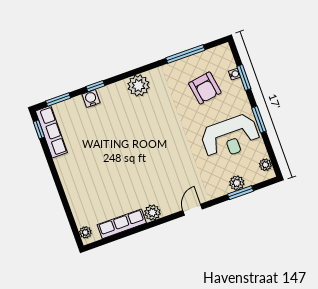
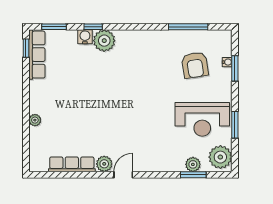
plant: (138, 86) -> (104, 41), moved
window: (259, 119) -> (235, 125), moved
plant: (265, 165) -> (220, 157), width x1.87, depth x1.87
door: (193, 210) -> (123, 175), moved
plant: (85, 232) -> (35, 120), moved

